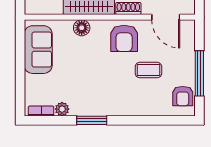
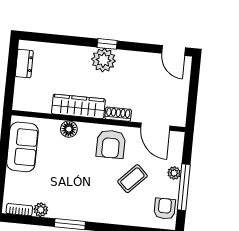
plant: (189, 61) -> (174, 173), added
coffee table: (148, 70) -> (132, 179), turned -46
armchair: (183, 96) -> (165, 209), turned 180

